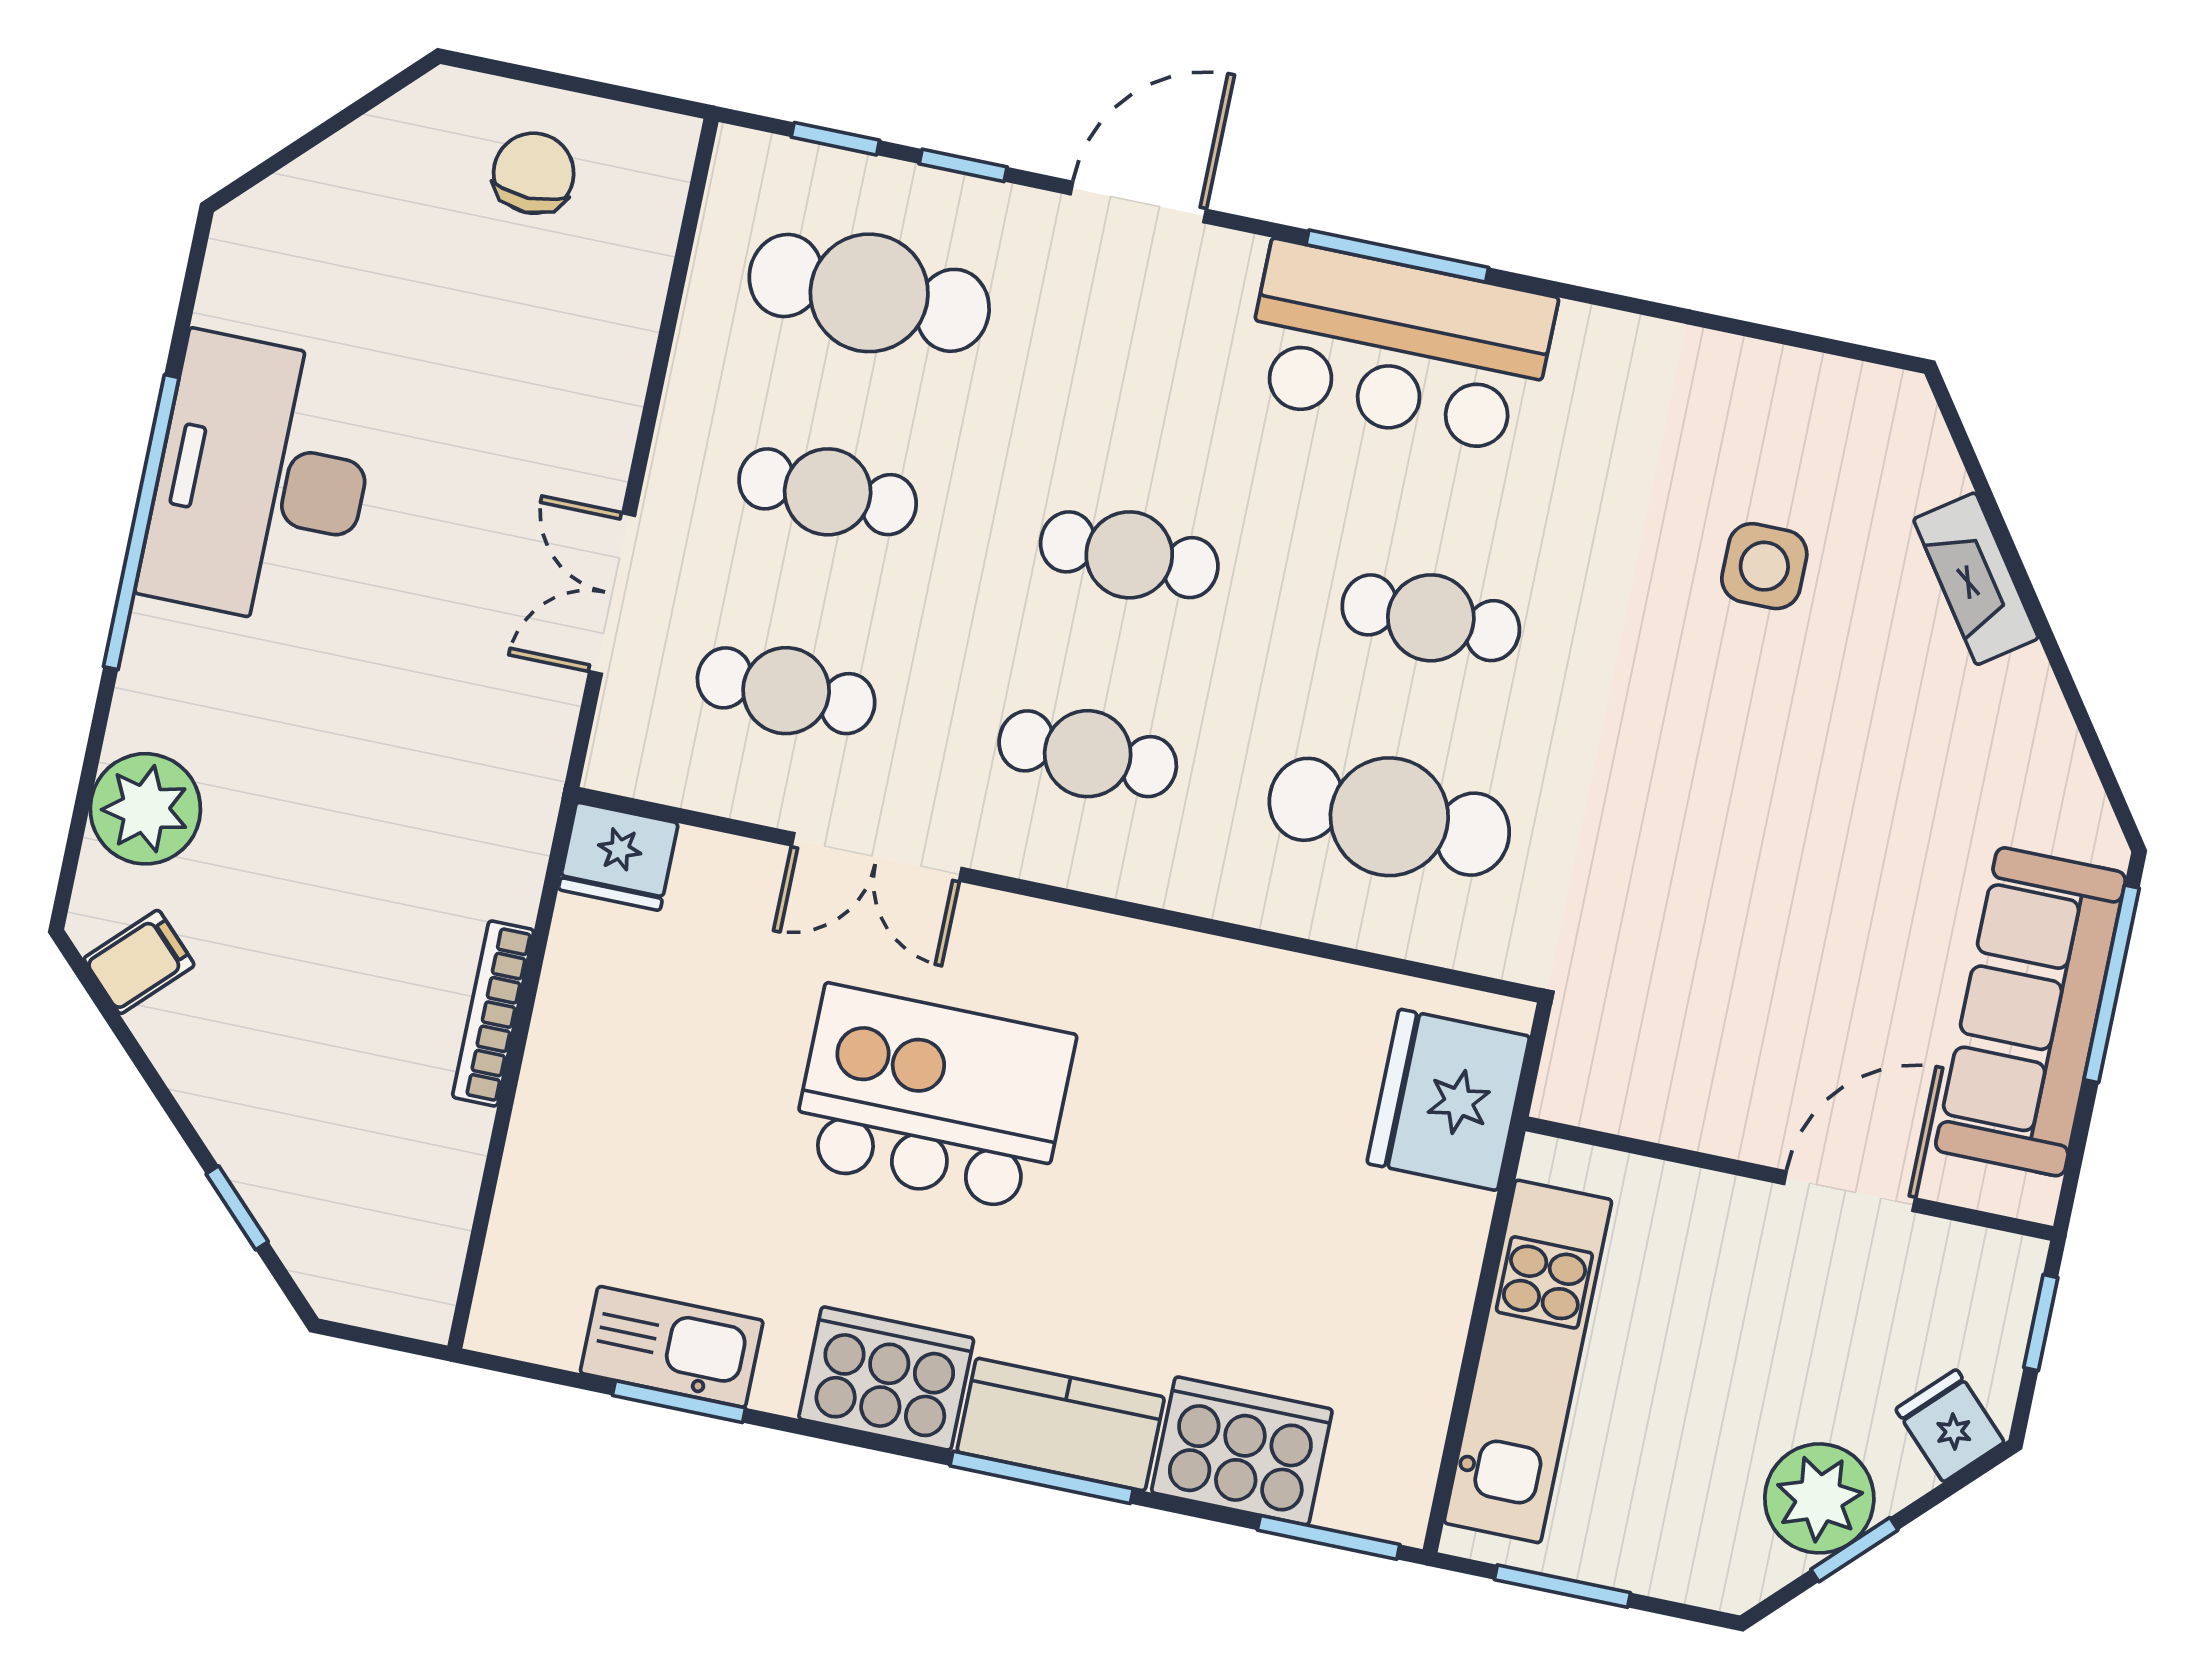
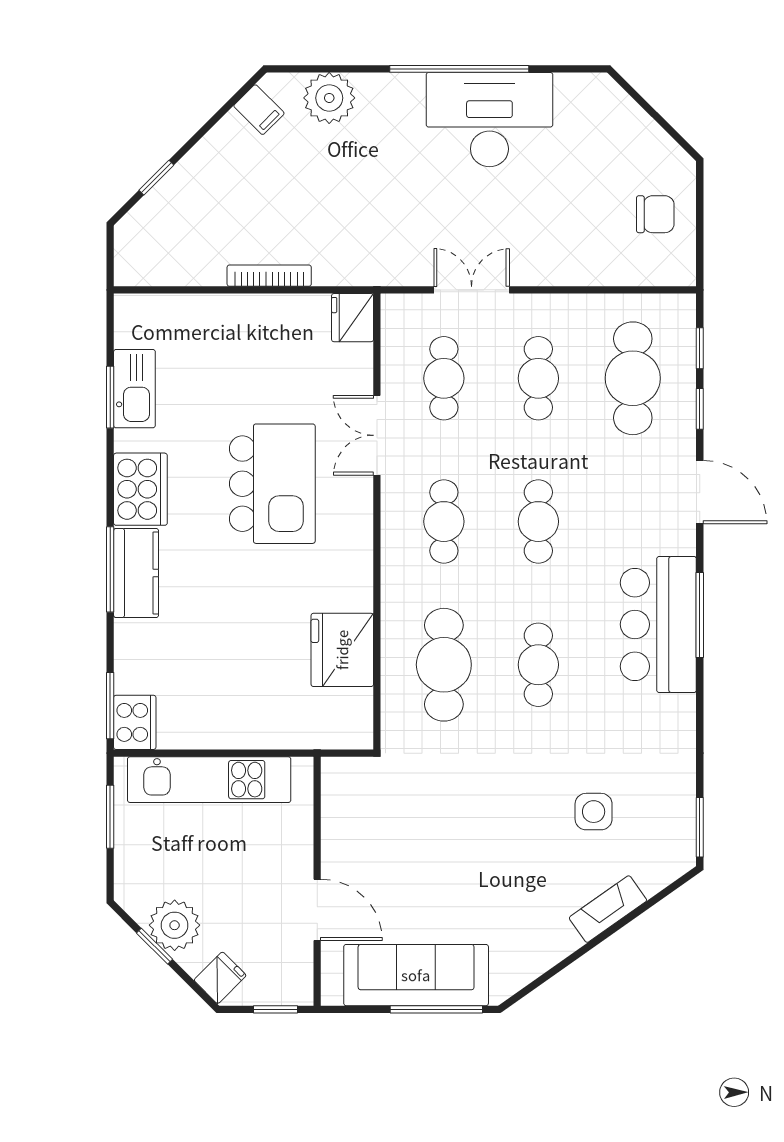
window: (1844, 349) -> (700, 827), added
fridge: (1448, 1100) -> (342, 650), moved, turned -90
cooker: (1242, 1451) -> (135, 722), moved, width x0.73, depth x0.76

